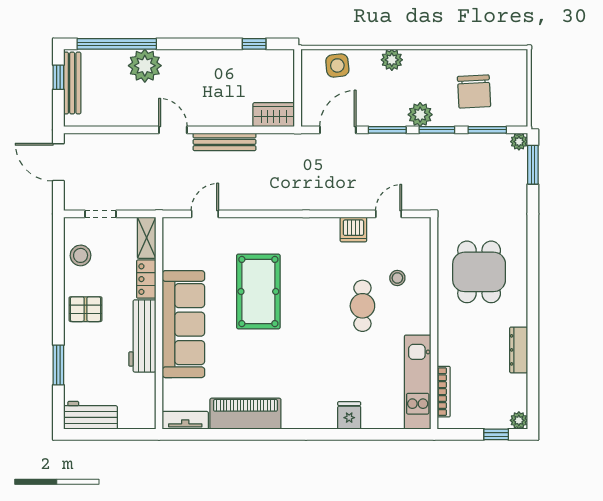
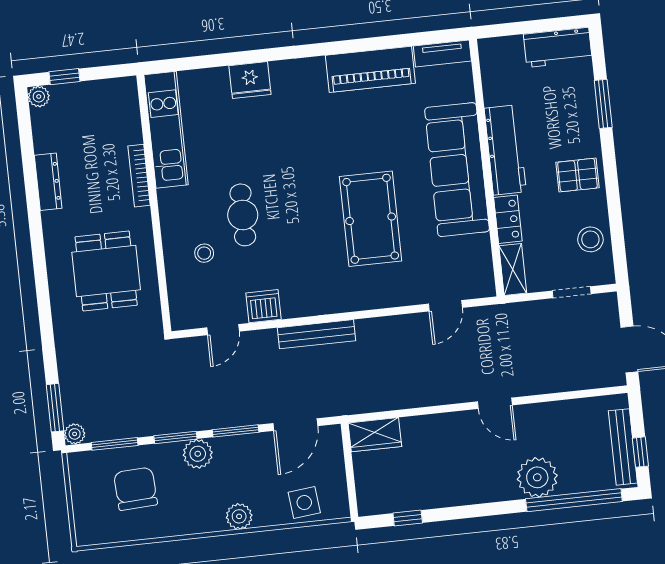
bench: (224, 142) -> (317, 334), moved
bookcase: (444, 392) -> (139, 176), moved
fridge: (349, 415) -> (250, 80), width x1.38

